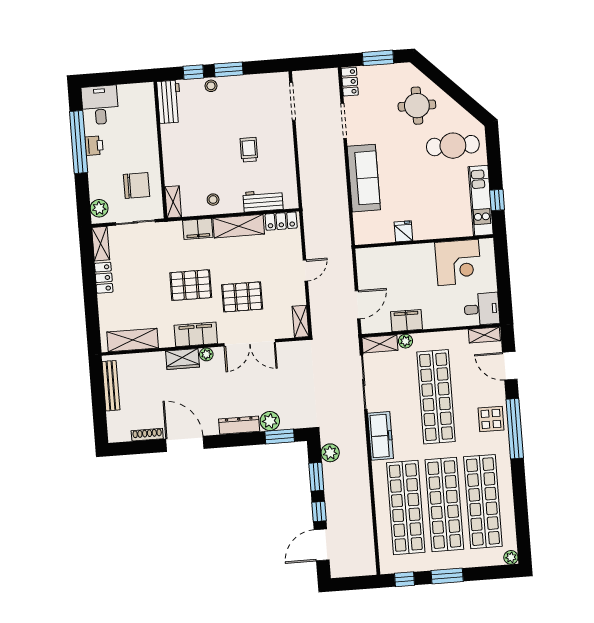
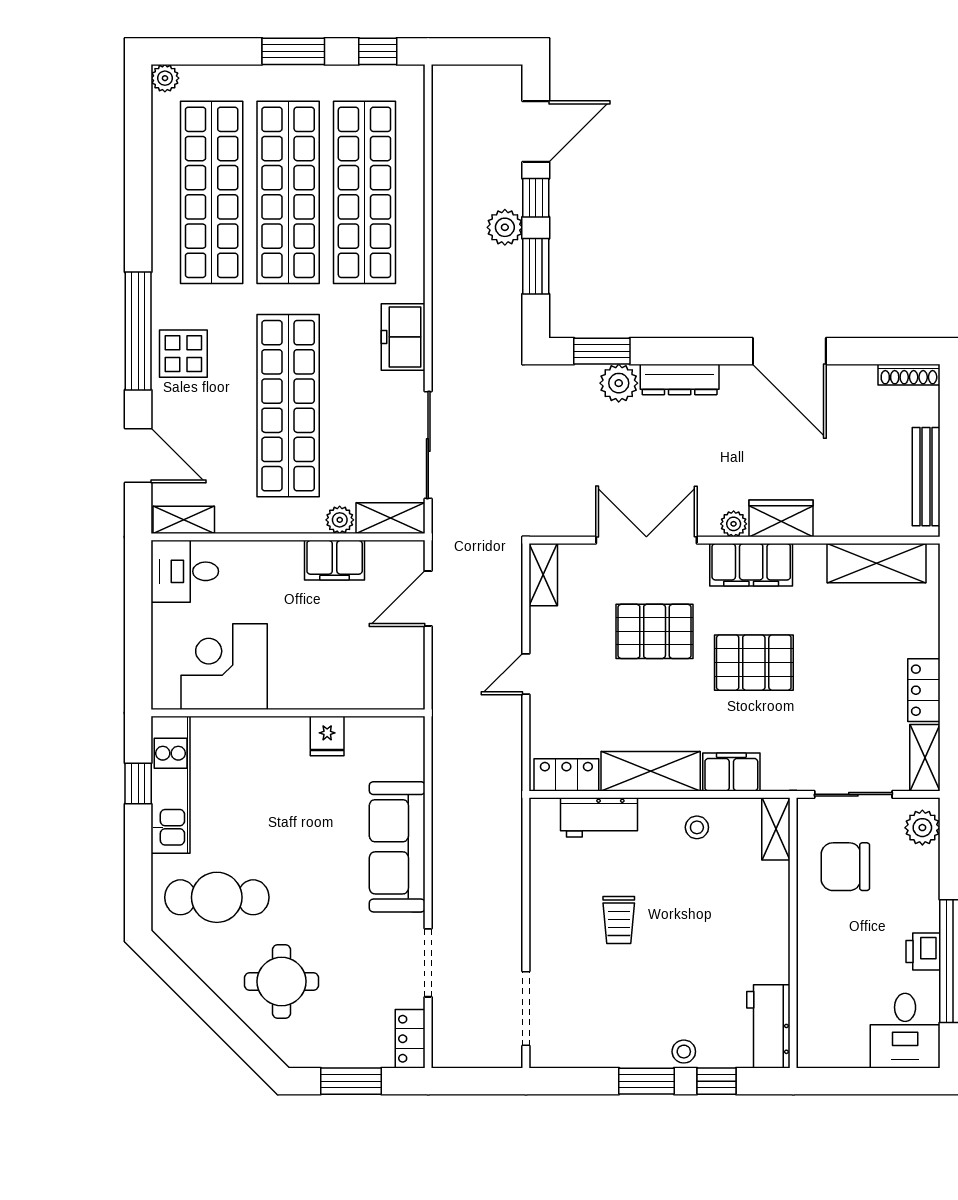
shoe rack: (147, 435) -> (909, 375), moved
freezer: (381, 436) -> (403, 337), width x0.71
plant: (330, 453) -> (505, 227), moved

